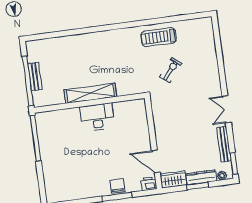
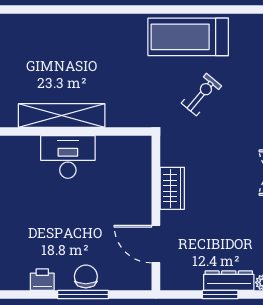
treadmill: (159, 37) -> (188, 37), width x1.37, depth x1.38
wardrobe: (173, 180) -> (172, 188), moved, turned 90
printer: (148, 184) -> (42, 280), moved

